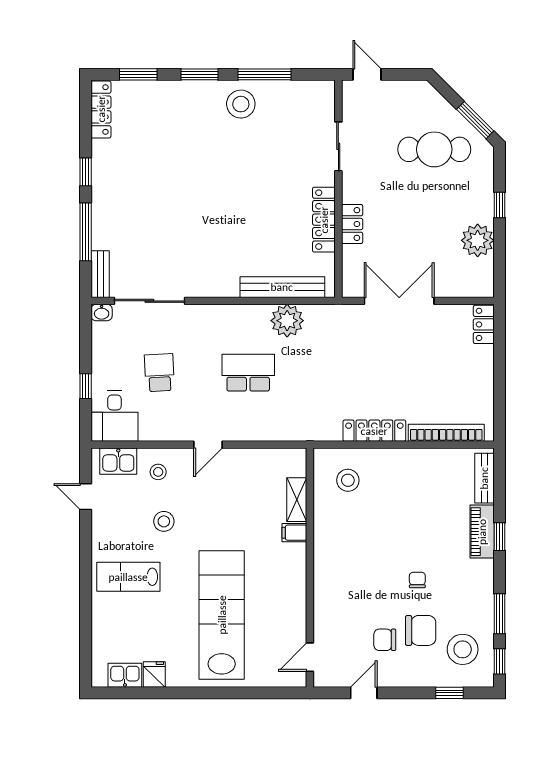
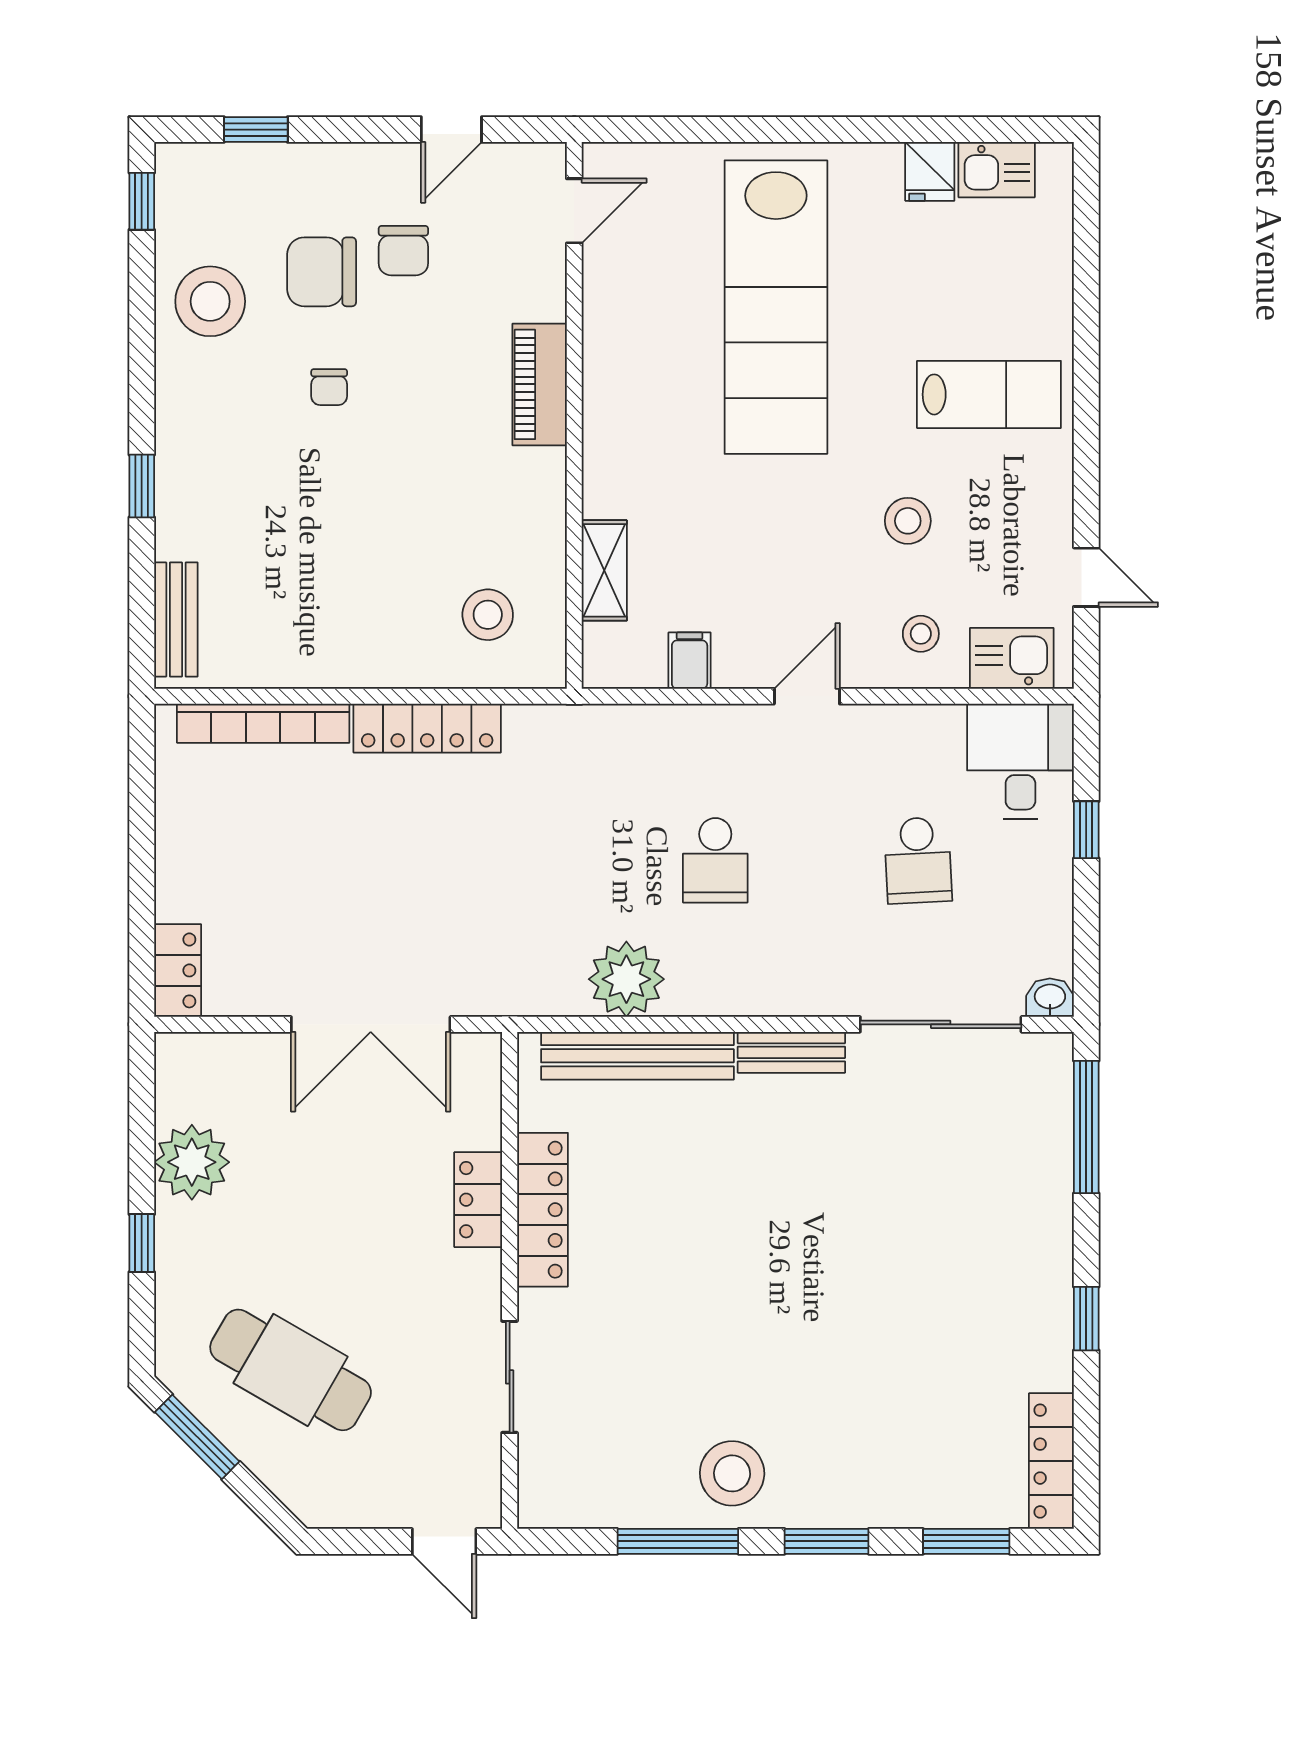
cafe table: (434, 149) -> (291, 1370), turned 30
window: (86, 232) -> (1086, 1127), moved
bench: (100, 274) -> (791, 1052), moved, turned 90
school desk: (248, 373) -> (715, 860), width x0.54
piano: (482, 532) -> (540, 384), moved, turned 180
filing cabinet: (294, 533) -> (690, 661), moved, turned -90
window: (499, 614) -> (142, 310), removed
chair: (385, 640) -> (403, 251), turned 90
stool: (463, 649) -> (210, 301), moved

